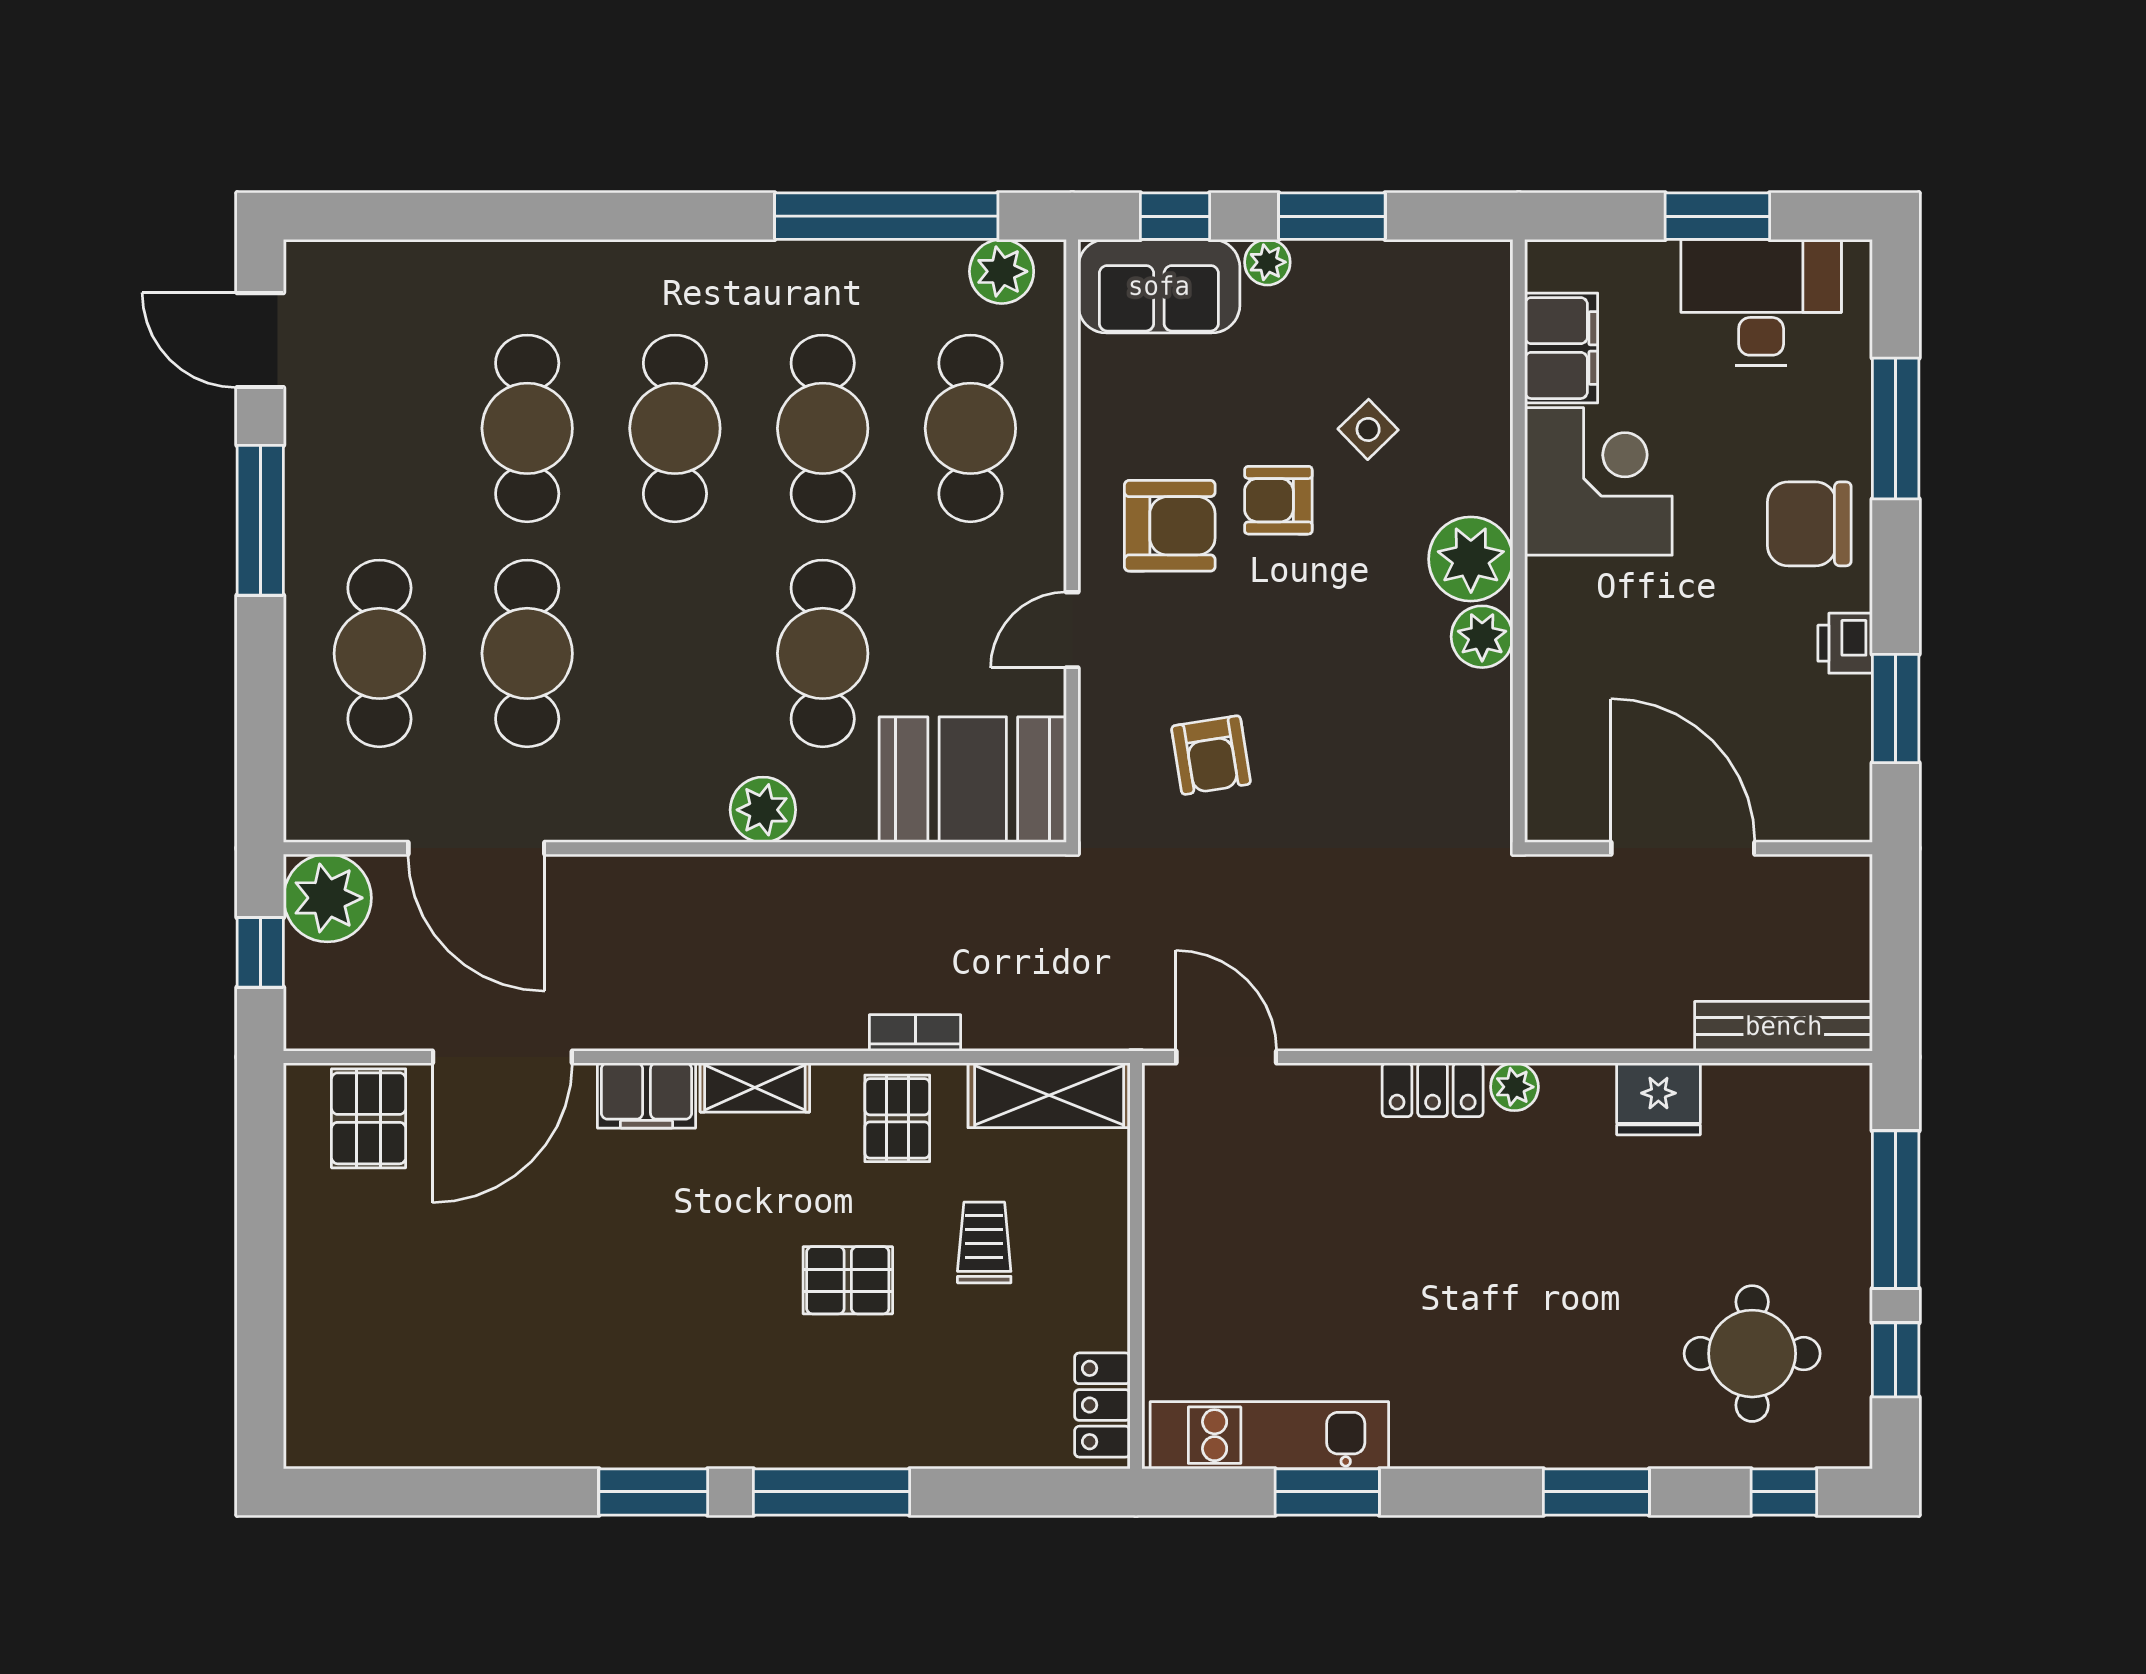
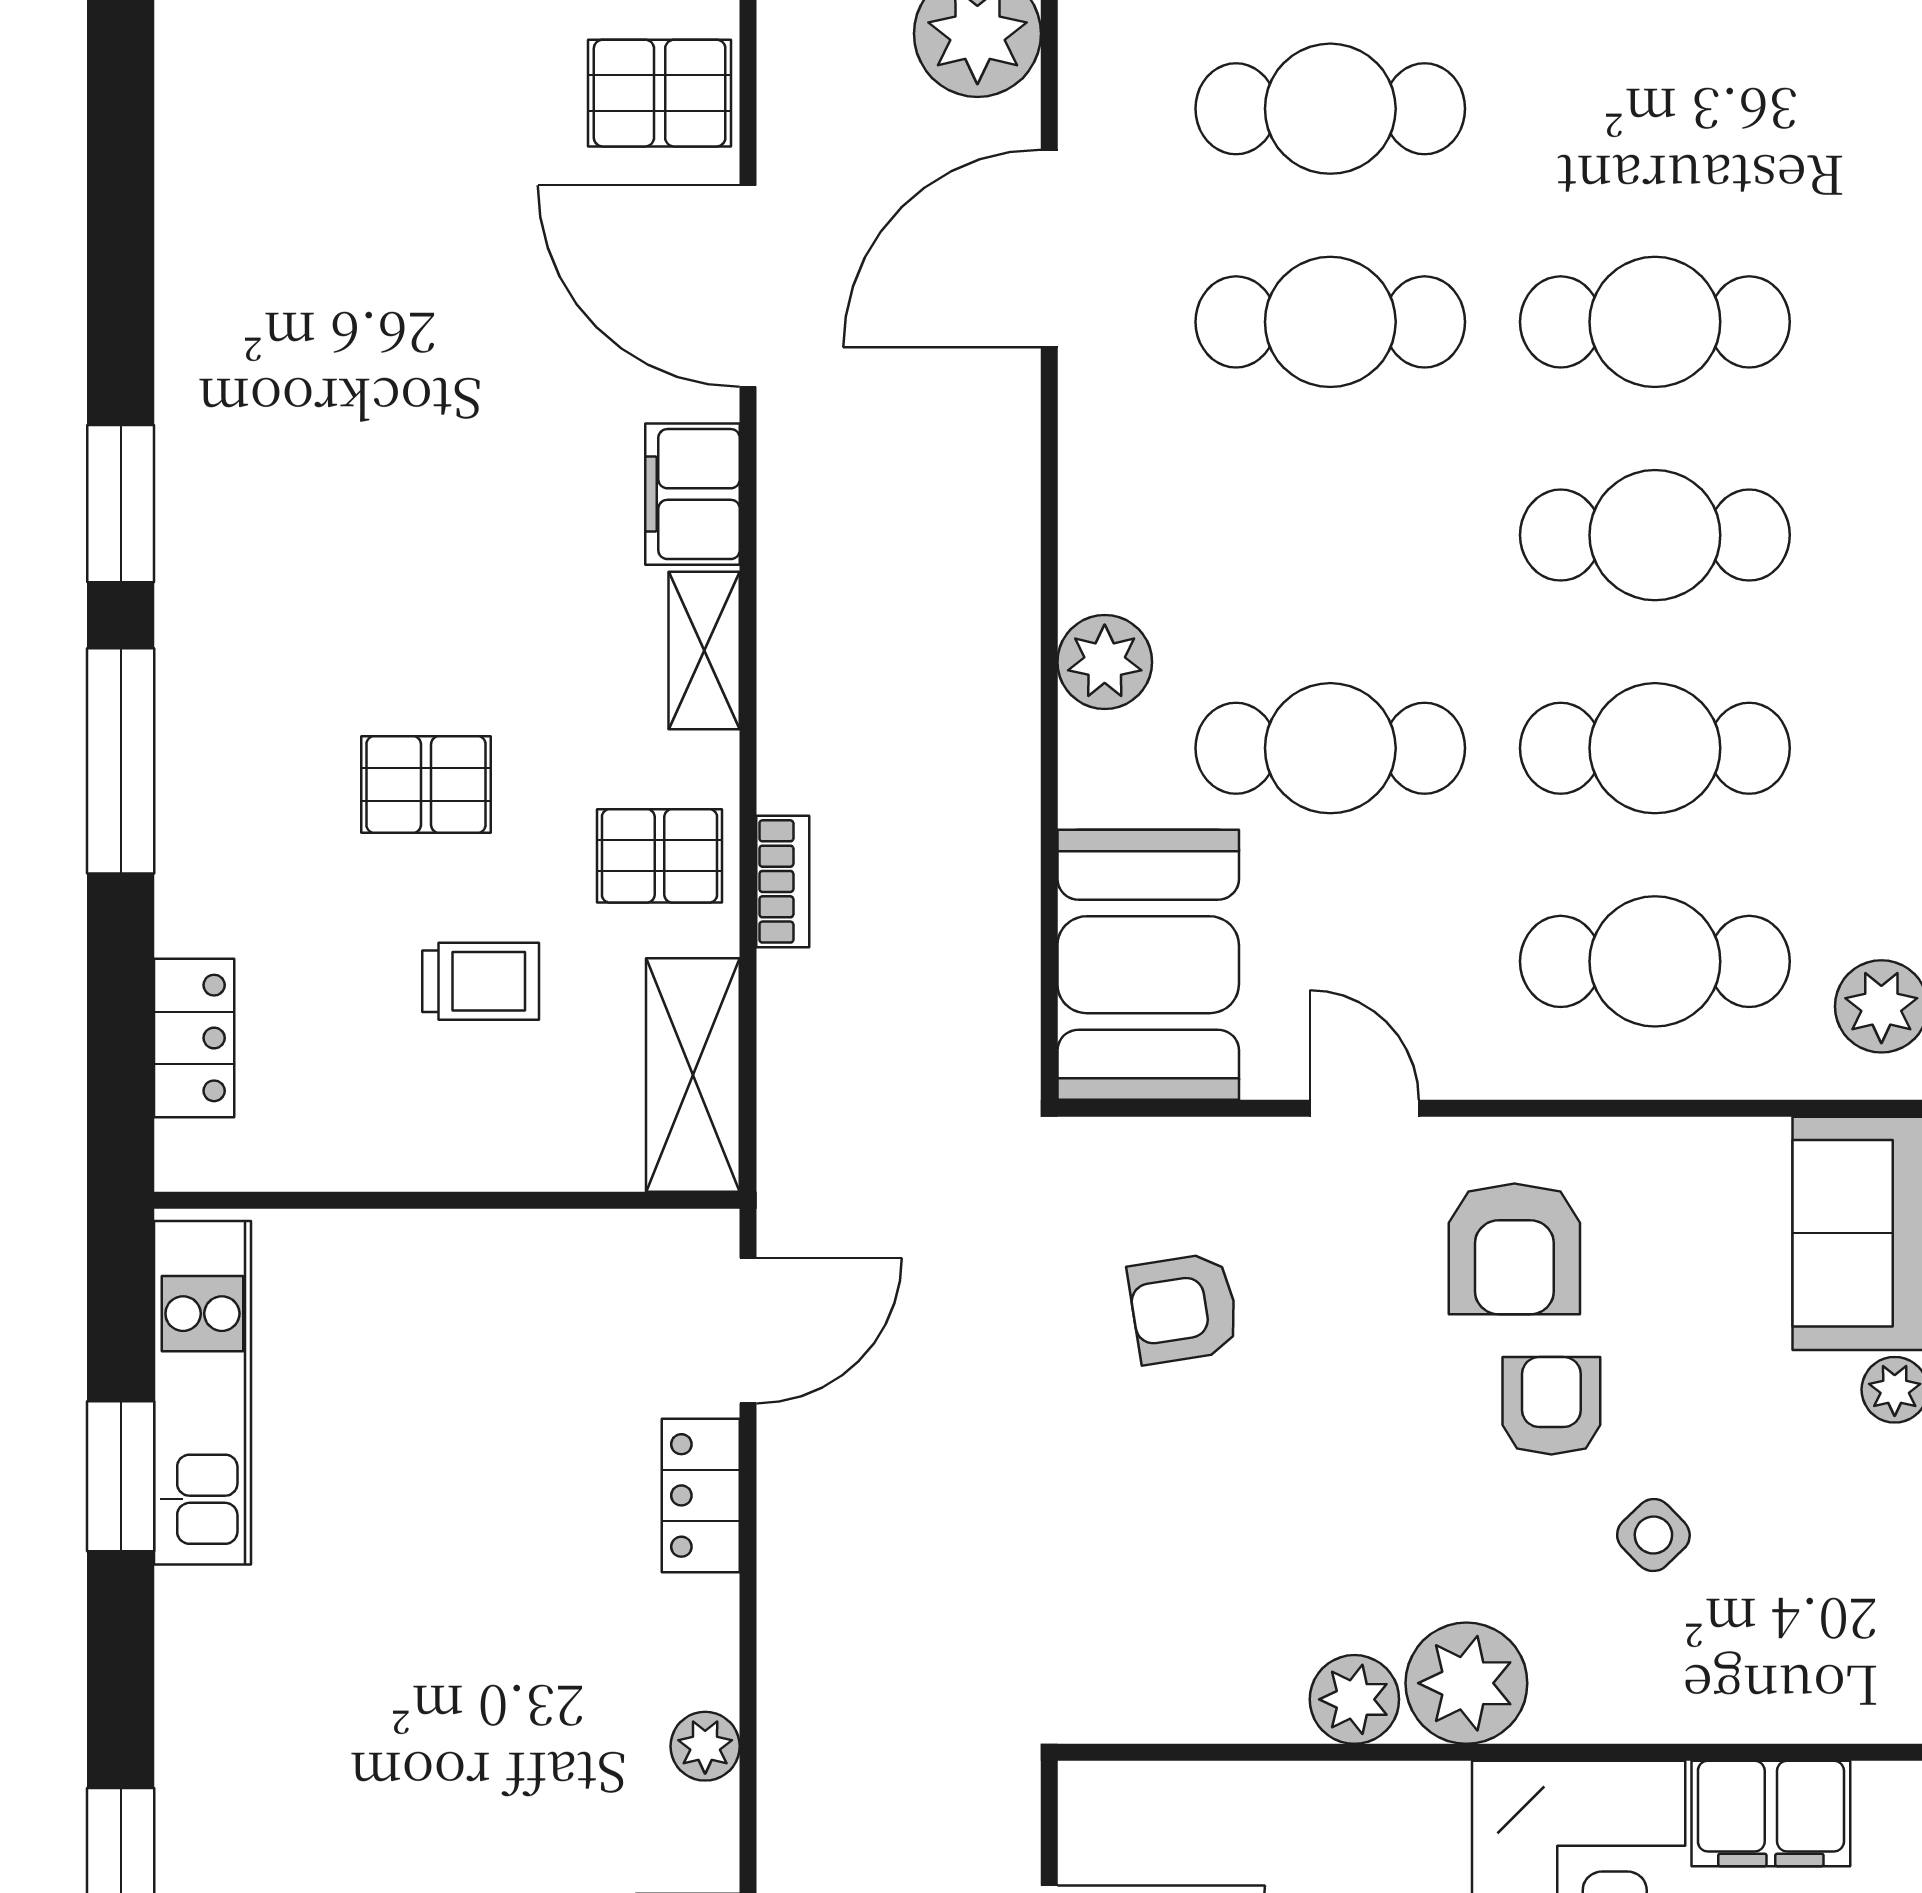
locker: (1433, 1090) -> (701, 1495), moved
pallet: (848, 1280) -> (426, 784), turned 90
locker: (1102, 1405) -> (194, 1038), moved, turned 90

